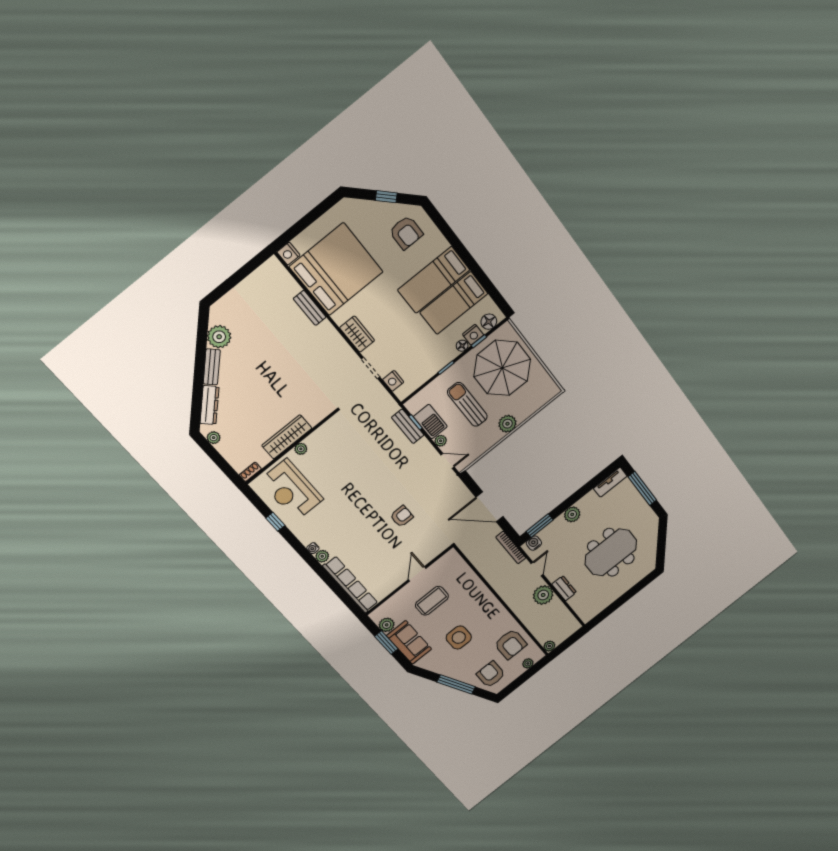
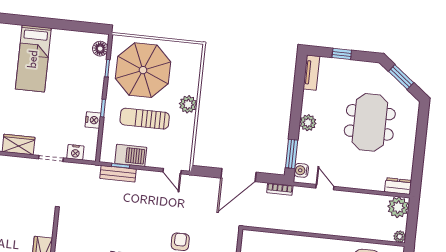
bed: (454, 303) -> (63, 60), removed
nightstand: (473, 335) -> (93, 120), moved
floor lamp: (462, 346) -> (99, 83), removed
plant: (441, 441) -> (152, 162), removed
door: (447, 461) -> (172, 171), swing flipped
window: (642, 488) -> (342, 54), width x0.46
window: (662, 541) -> (401, 77), added
bookcase: (511, 547) -> (280, 189), width x0.64
dresser: (564, 588) -> (398, 186), moved
plant: (543, 595) -> (398, 207), moved

